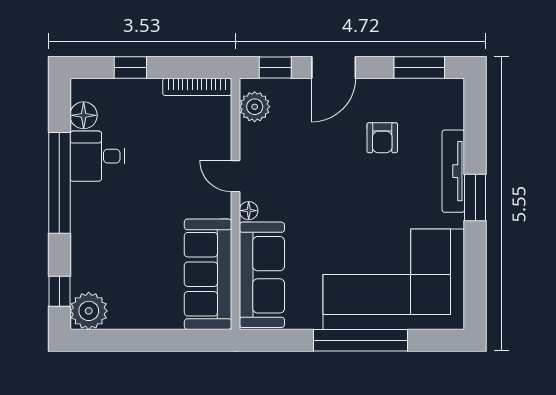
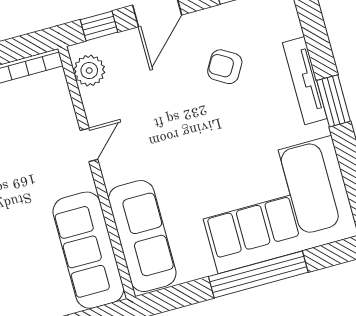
armchair: (382, 138) -> (225, 67), turned 121
door: (235, 176) -> (89, 145), swing flipped
floor lamp: (249, 211) -> (112, 176), removed

